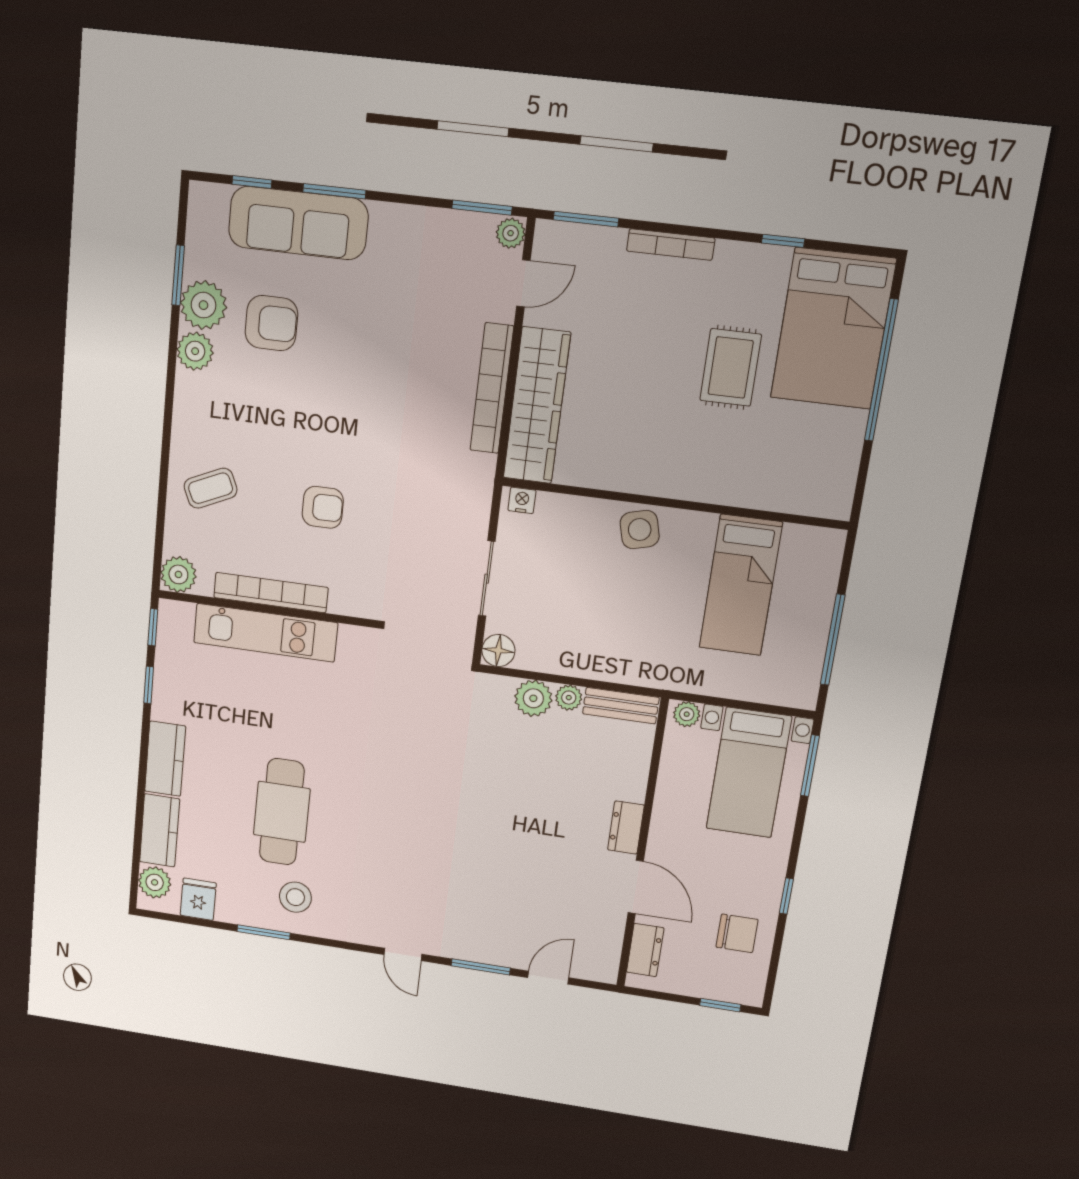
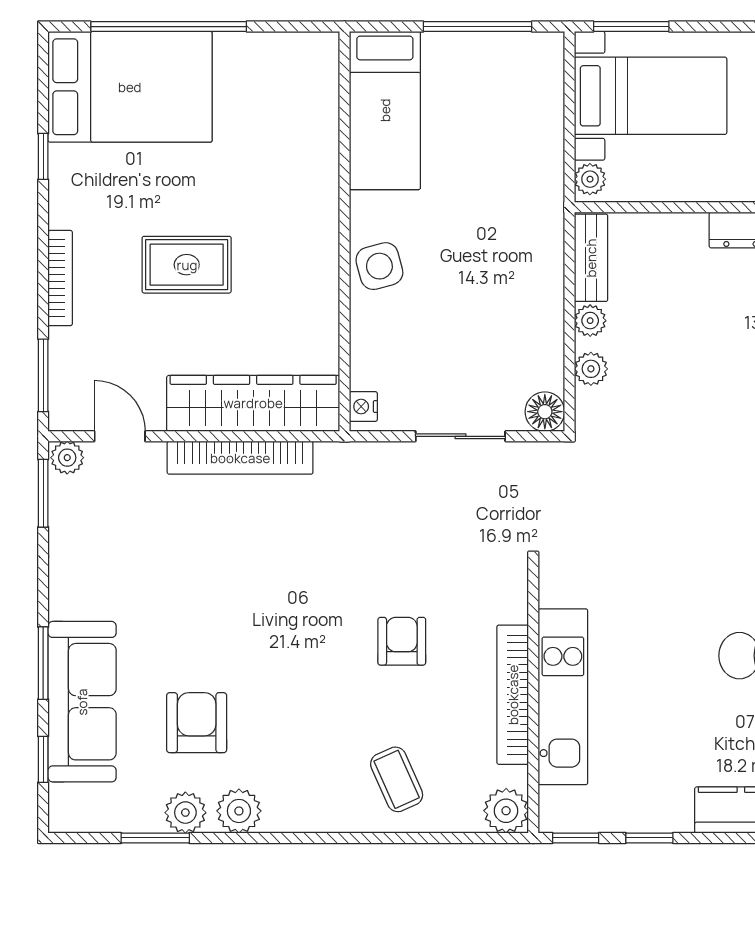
plant: (204, 305) -> (185, 813), width x0.73, depth x0.73
rug: (731, 367) -> (187, 265), moved
bed: (741, 585) -> (385, 110), moved, turned 90
plant: (533, 698) -> (591, 369), width x0.73, depth x0.73

